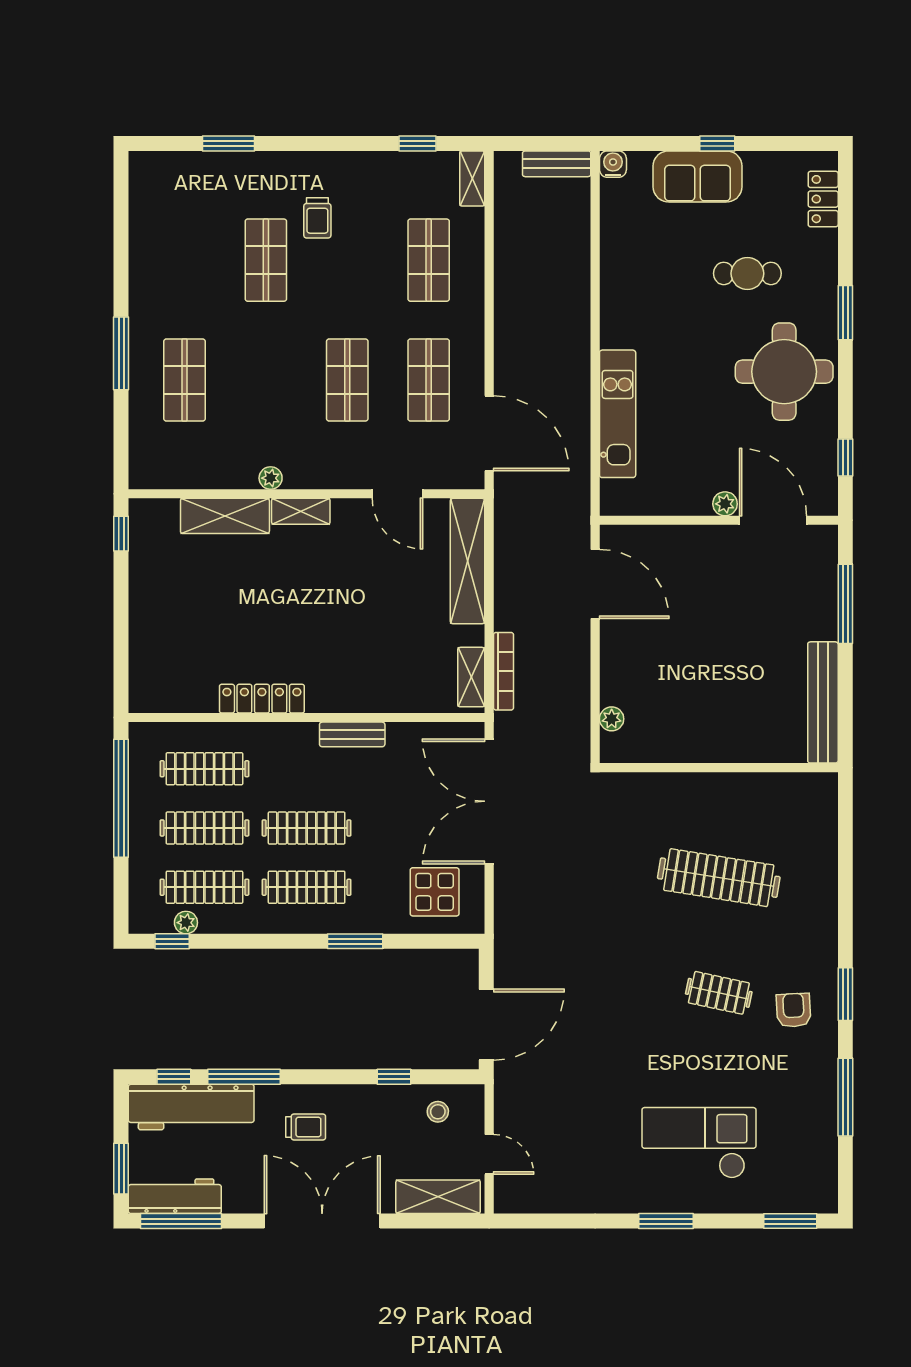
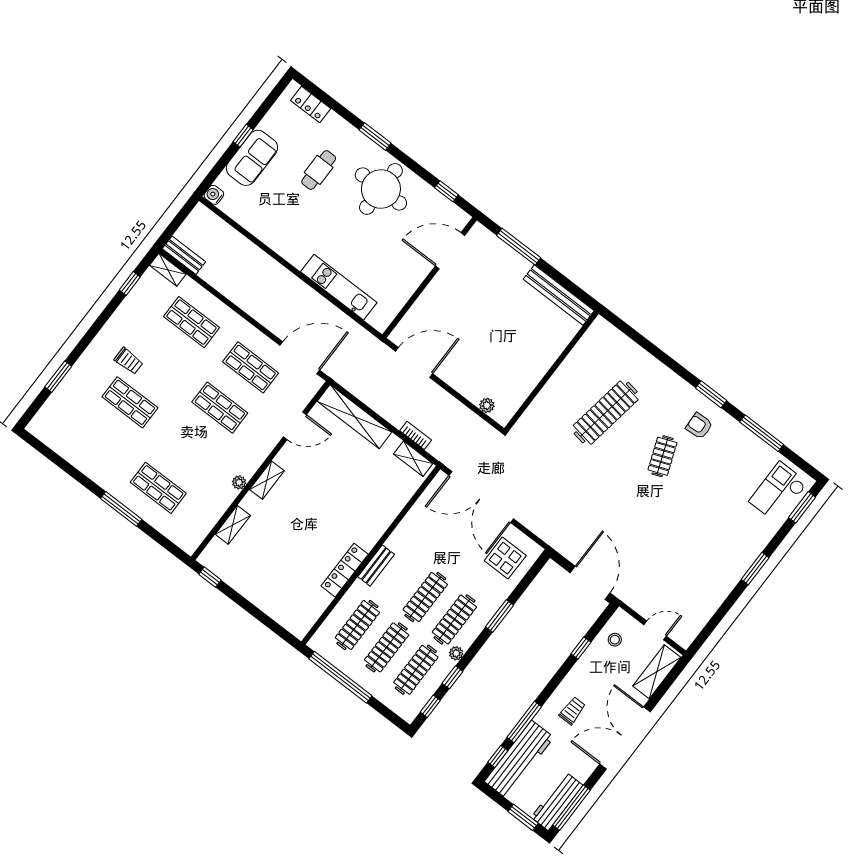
bench: (557, 164) -> (184, 255), moved, turned 90
plant: (725, 504) -> (424, 268), removed
shelving: (225, 516) -> (233, 525), width x0.67, depth x0.75
bookcase: (503, 671) -> (416, 435), width x0.64
bench: (352, 734) -> (376, 566), moved
plant: (186, 923) -> (456, 653), moved
window: (231, 941) -> (452, 677), added
clothes rail: (719, 993) -> (662, 456), turned -33
checkout: (699, 1143) -> (778, 492), moved, width x0.73, depth x0.83

